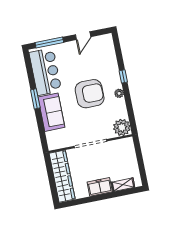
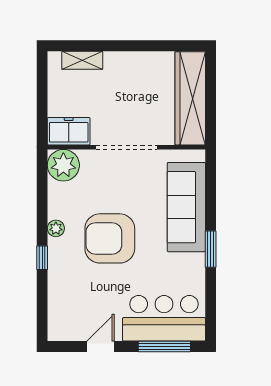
bar counter: (45, 72) -> (164, 318), moved, turned 90
sofa: (51, 112) -> (186, 207), width x1.36
freezer: (100, 187) -> (69, 131), moved, turned 180

